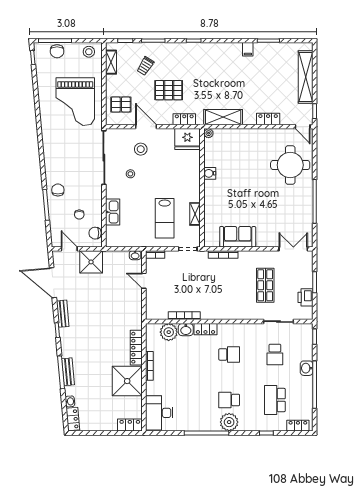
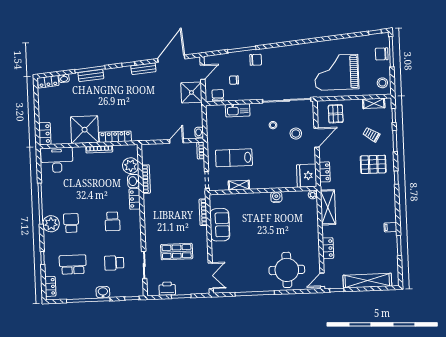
pallet: (169, 90) -> (373, 164), moved, turned 90

